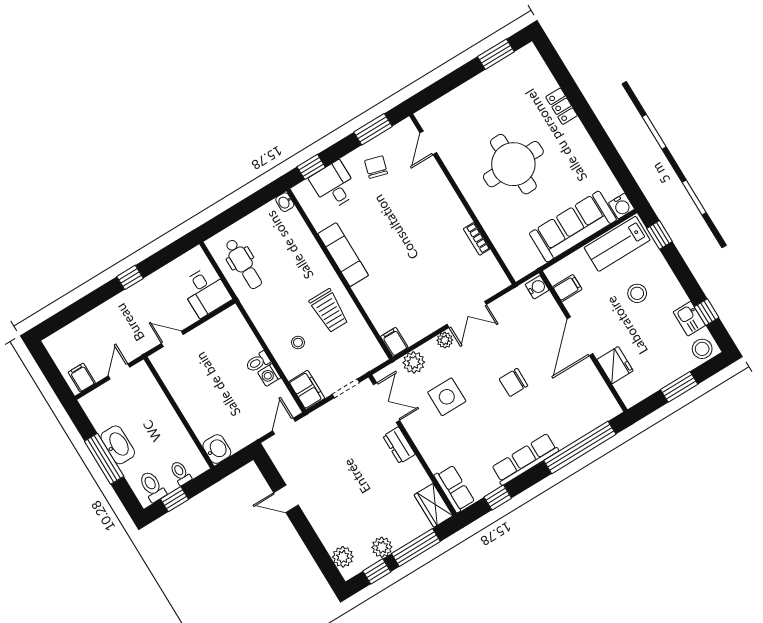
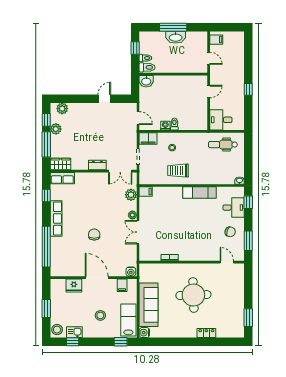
side table: (447, 397) -> (106, 200), removed
toilet: (152, 487) -> (147, 67), moved

